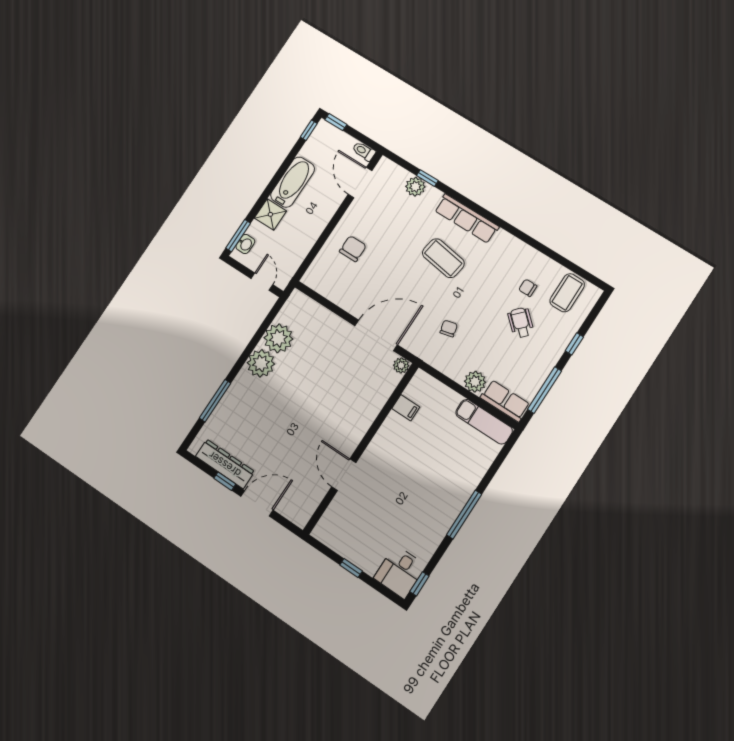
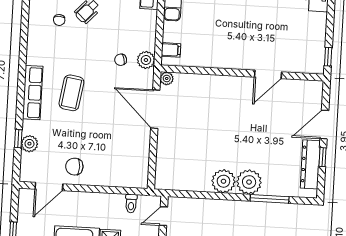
toilet: (364, 151) -> (131, 204), moved
chair: (353, 249) -> (74, 167), moved
plant: (278, 338) -> (249, 182), moved
plant: (475, 382) -> (146, 60), moved
filing cabinet: (406, 408) -> (171, 50), moved, turned 90
door: (257, 503) -> (324, 125), hinge flipped
window: (351, 568) -> (328, 57), moved

